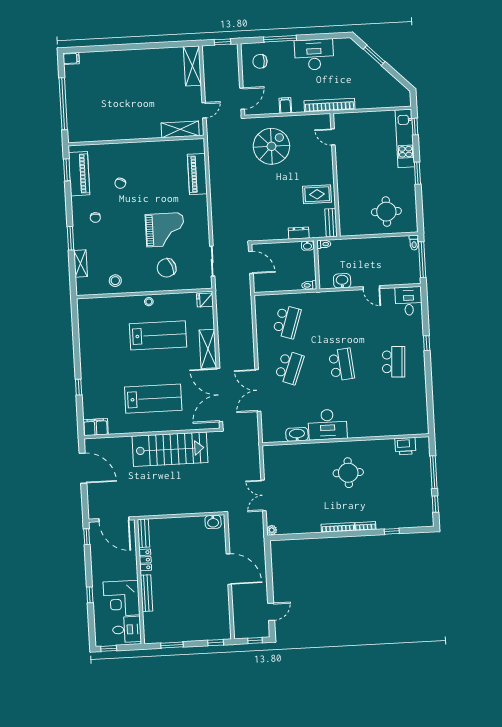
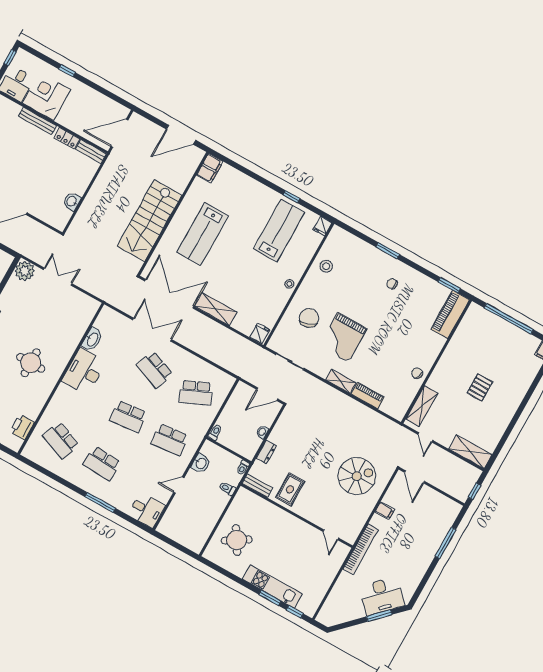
desk: (314, 55) -> (382, 596), moved, turned 45
chair: (260, 61) -> (437, 513), removed
pallet: (135, 92) -> (480, 387), added
door: (333, 137) -> (331, 535), swing flipped
kitchen unit: (405, 138) -> (272, 586), moved
spiral stairs: (271, 146) -> (357, 476), turned -90
window: (417, 173) -> (270, 598), moved
piano: (79, 174) -> (450, 315), moved, turned 90
piano: (197, 174) -> (368, 396), width x0.73, depth x0.75
chair: (120, 183) -> (417, 373), moved
round table: (386, 212) -> (237, 540), turned -32
toilet: (414, 243) -> (227, 488), moved
washbasin: (307, 246) -> (262, 432), moved
window: (422, 260) -> (175, 545), removed
shelving: (81, 263) -> (341, 381), moved
fridge: (84, 305) -> (322, 226), added
school desk: (339, 319) -> (170, 440), added
school desk: (287, 322) -> (196, 393), turned -42
lab bench: (158, 335) -> (279, 231), moved, turned 180
window: (427, 343) -> (100, 502), width x2.17
window: (79, 387) -> (291, 197), moved
school desk: (396, 408) -> (61, 440), added
washbasin: (213, 522) -> (72, 201), moved
plant: (272, 530) -> (25, 271), width x1.88, depth x1.88
window: (87, 537) -> (119, 100), removed

